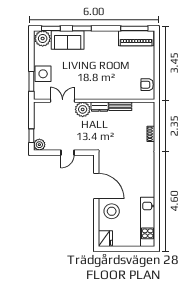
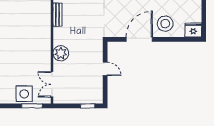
double door: (63, 101) -> (52, 84), moved
dresser: (100, 107) -> (58, 36), removed
plant: (39, 145) -> (97, 98), removed

